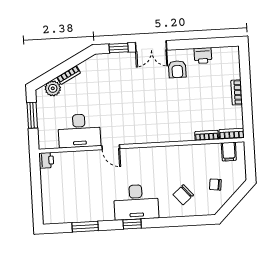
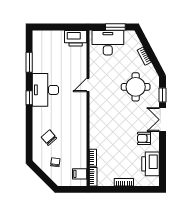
printer: (203, 56) -> (150, 164), width x1.87, depth x1.48
round table: (110, 84) -> (136, 87), added
plant: (53, 88) -> (135, 44), removed
desk: (79, 131) -> (108, 43), moved, turned 90
printer: (46, 160) -> (76, 38), width x1.87, depth x1.48
desk: (136, 202) -> (45, 90), moved

